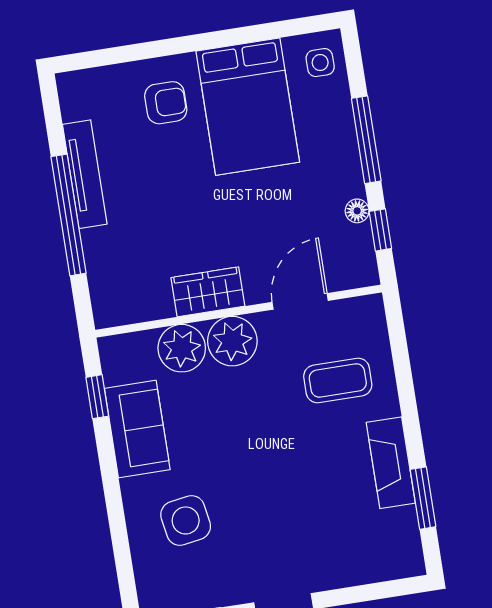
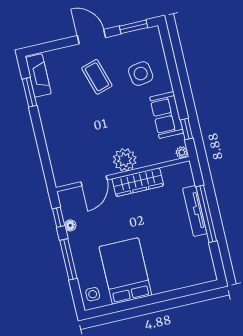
armchair: (166, 103) -> (164, 270), removed
tv unit: (85, 174) -> (195, 211), moved
wardrobe: (208, 292) -> (138, 182), width x1.50
plant: (182, 348) -> (182, 152), moved, width x0.53, depth x0.53
coffee table: (338, 380) -> (97, 77), moved, turned 73
fireplace: (391, 463) -> (38, 76), moved

